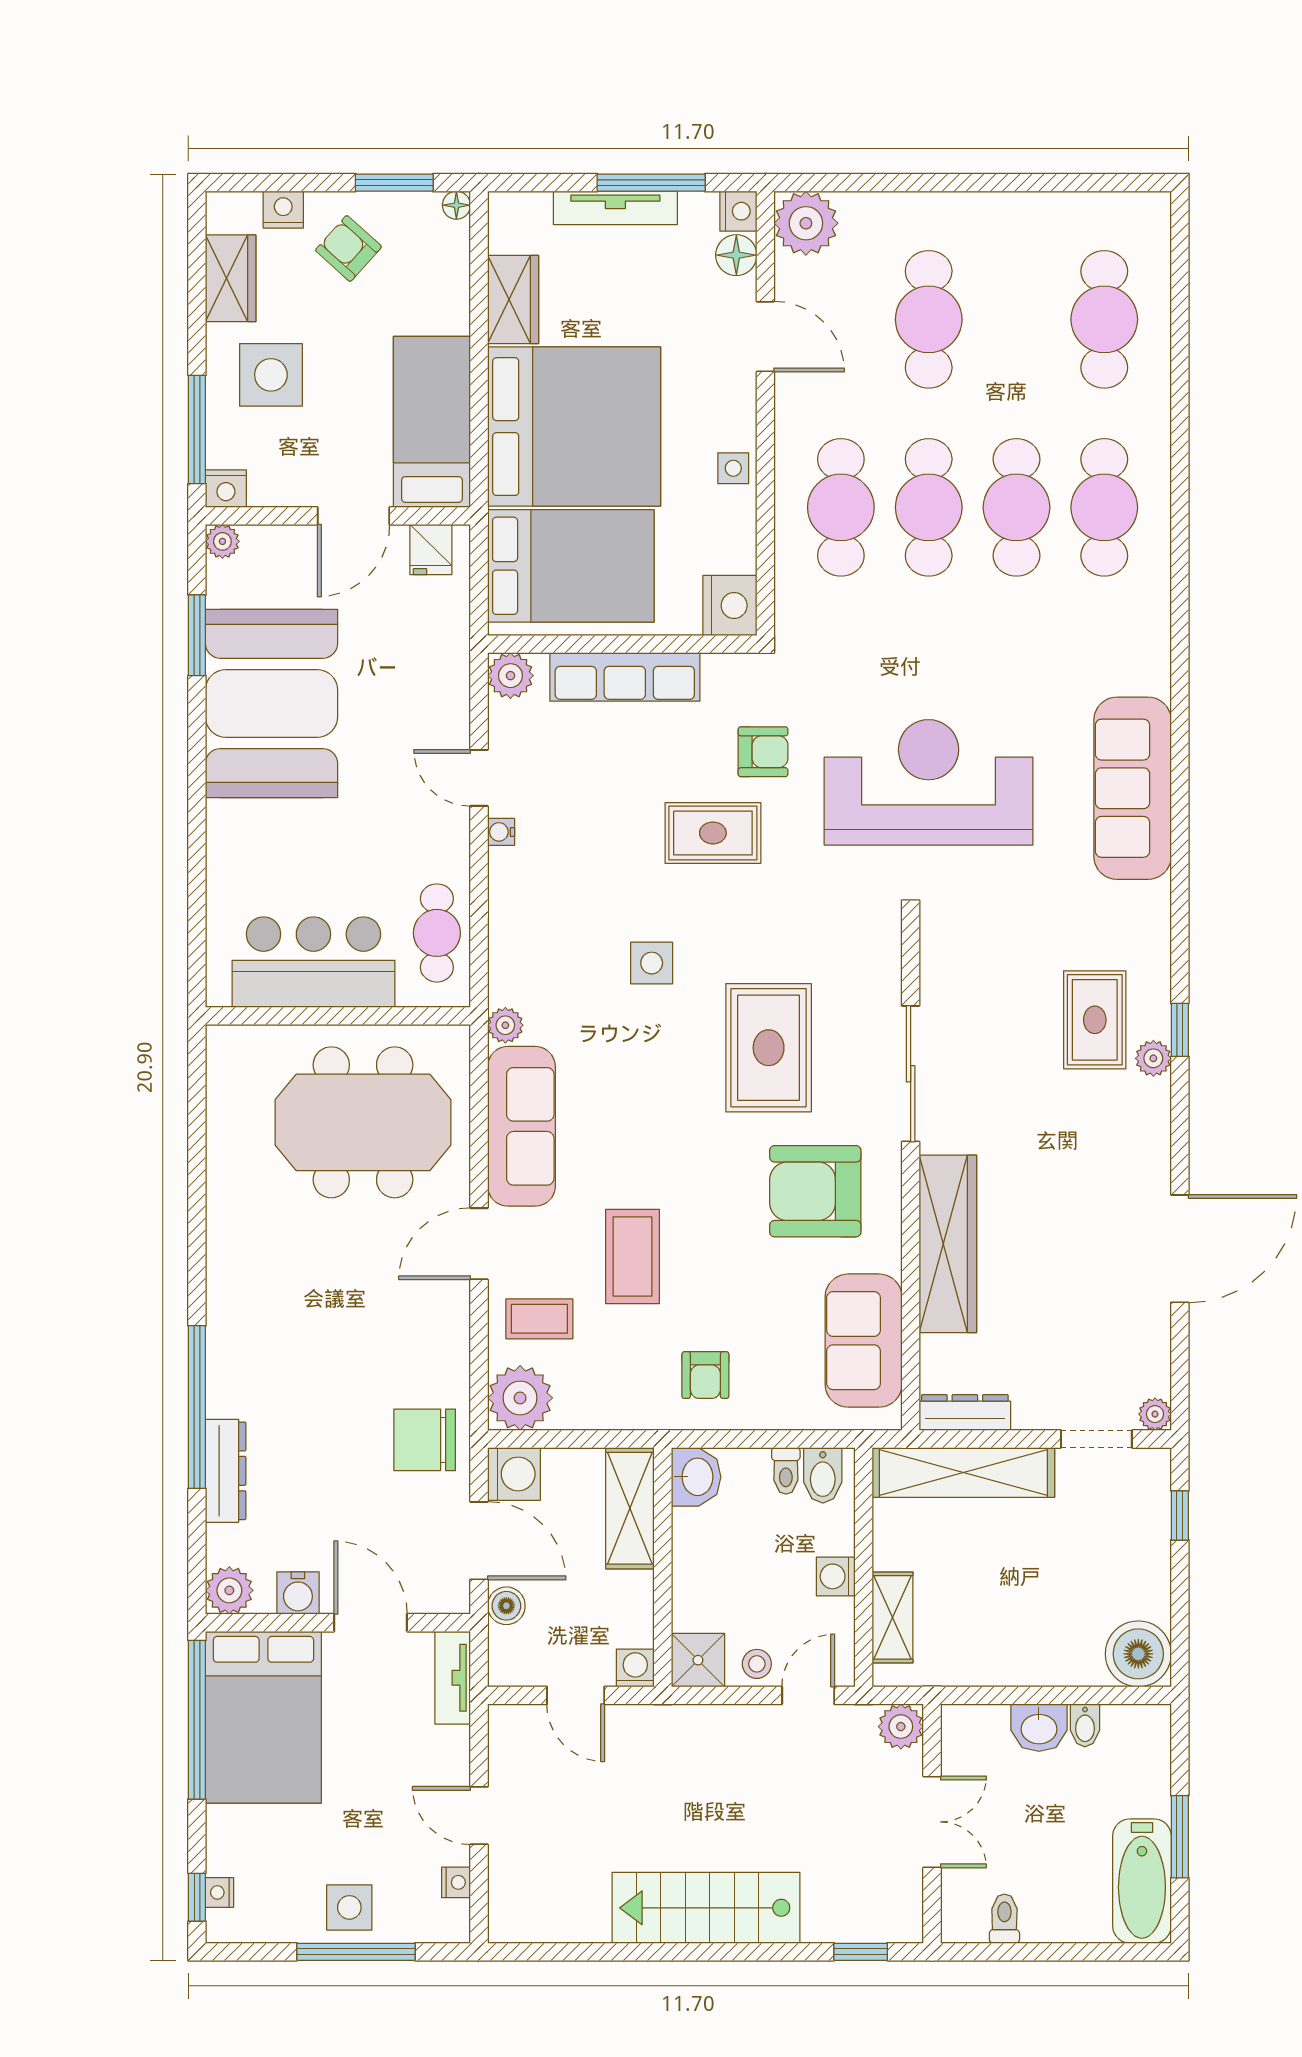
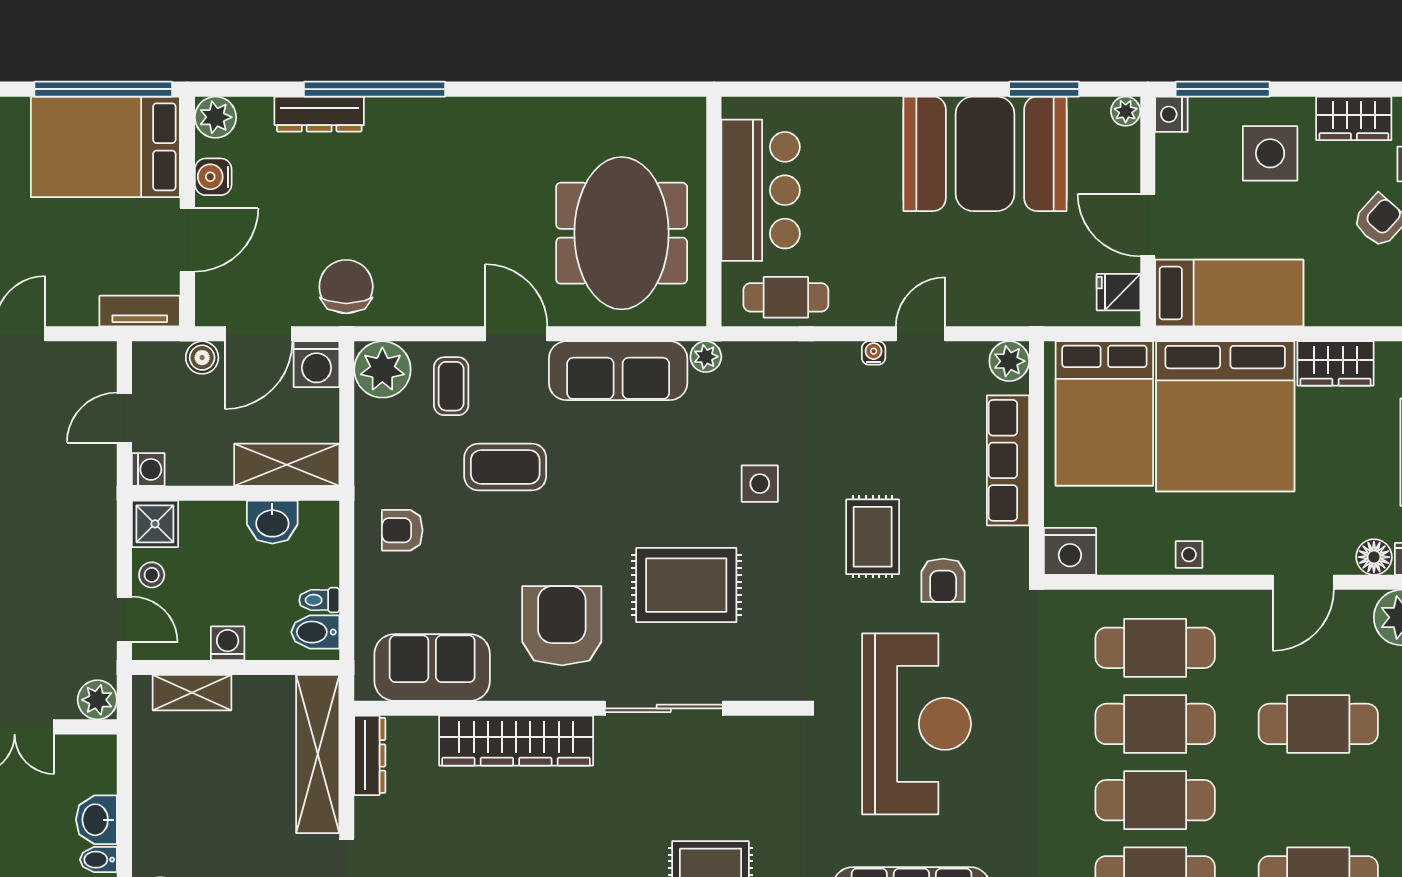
washbasin: (696, 1477) -> (272, 522), moved

